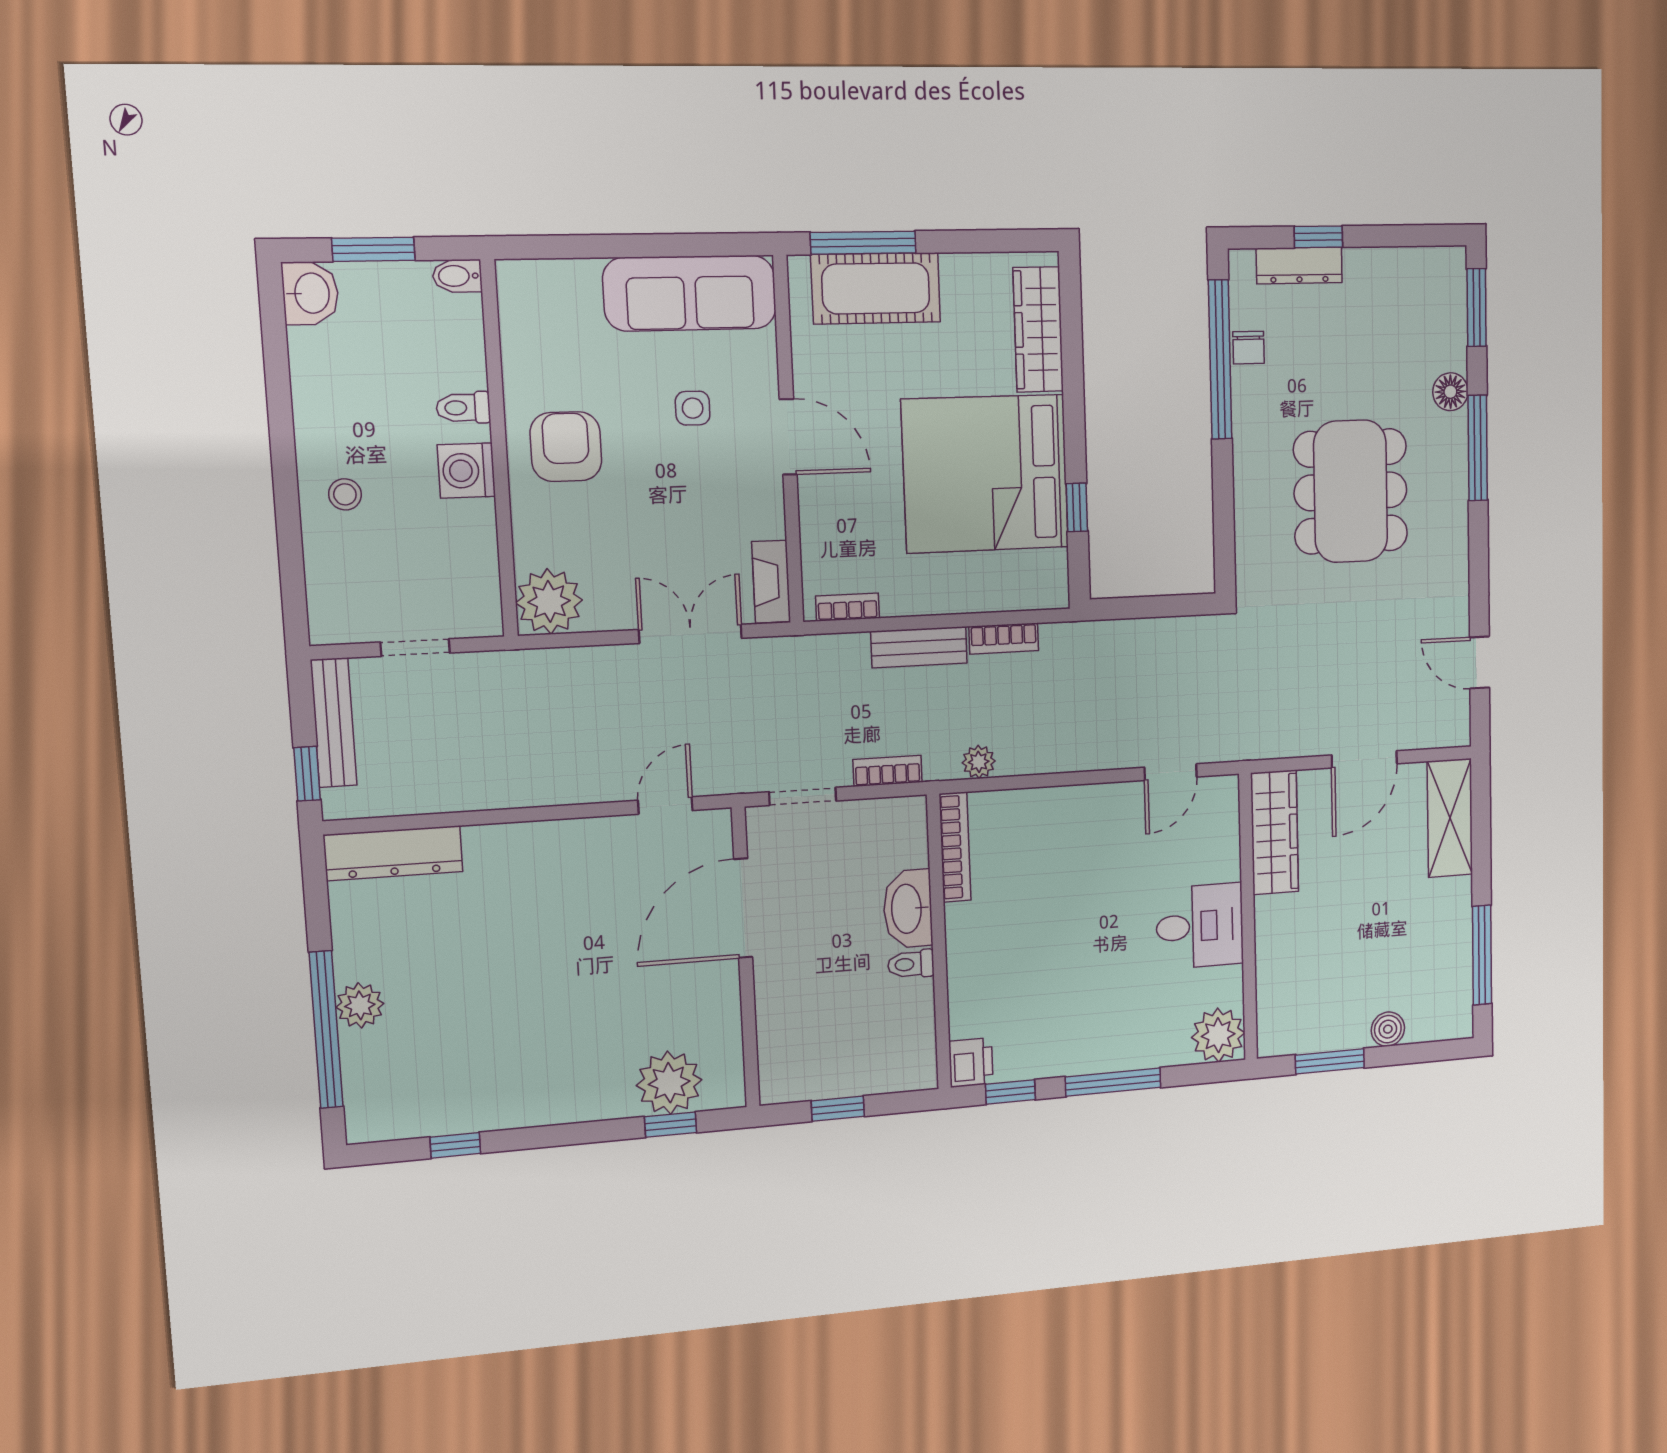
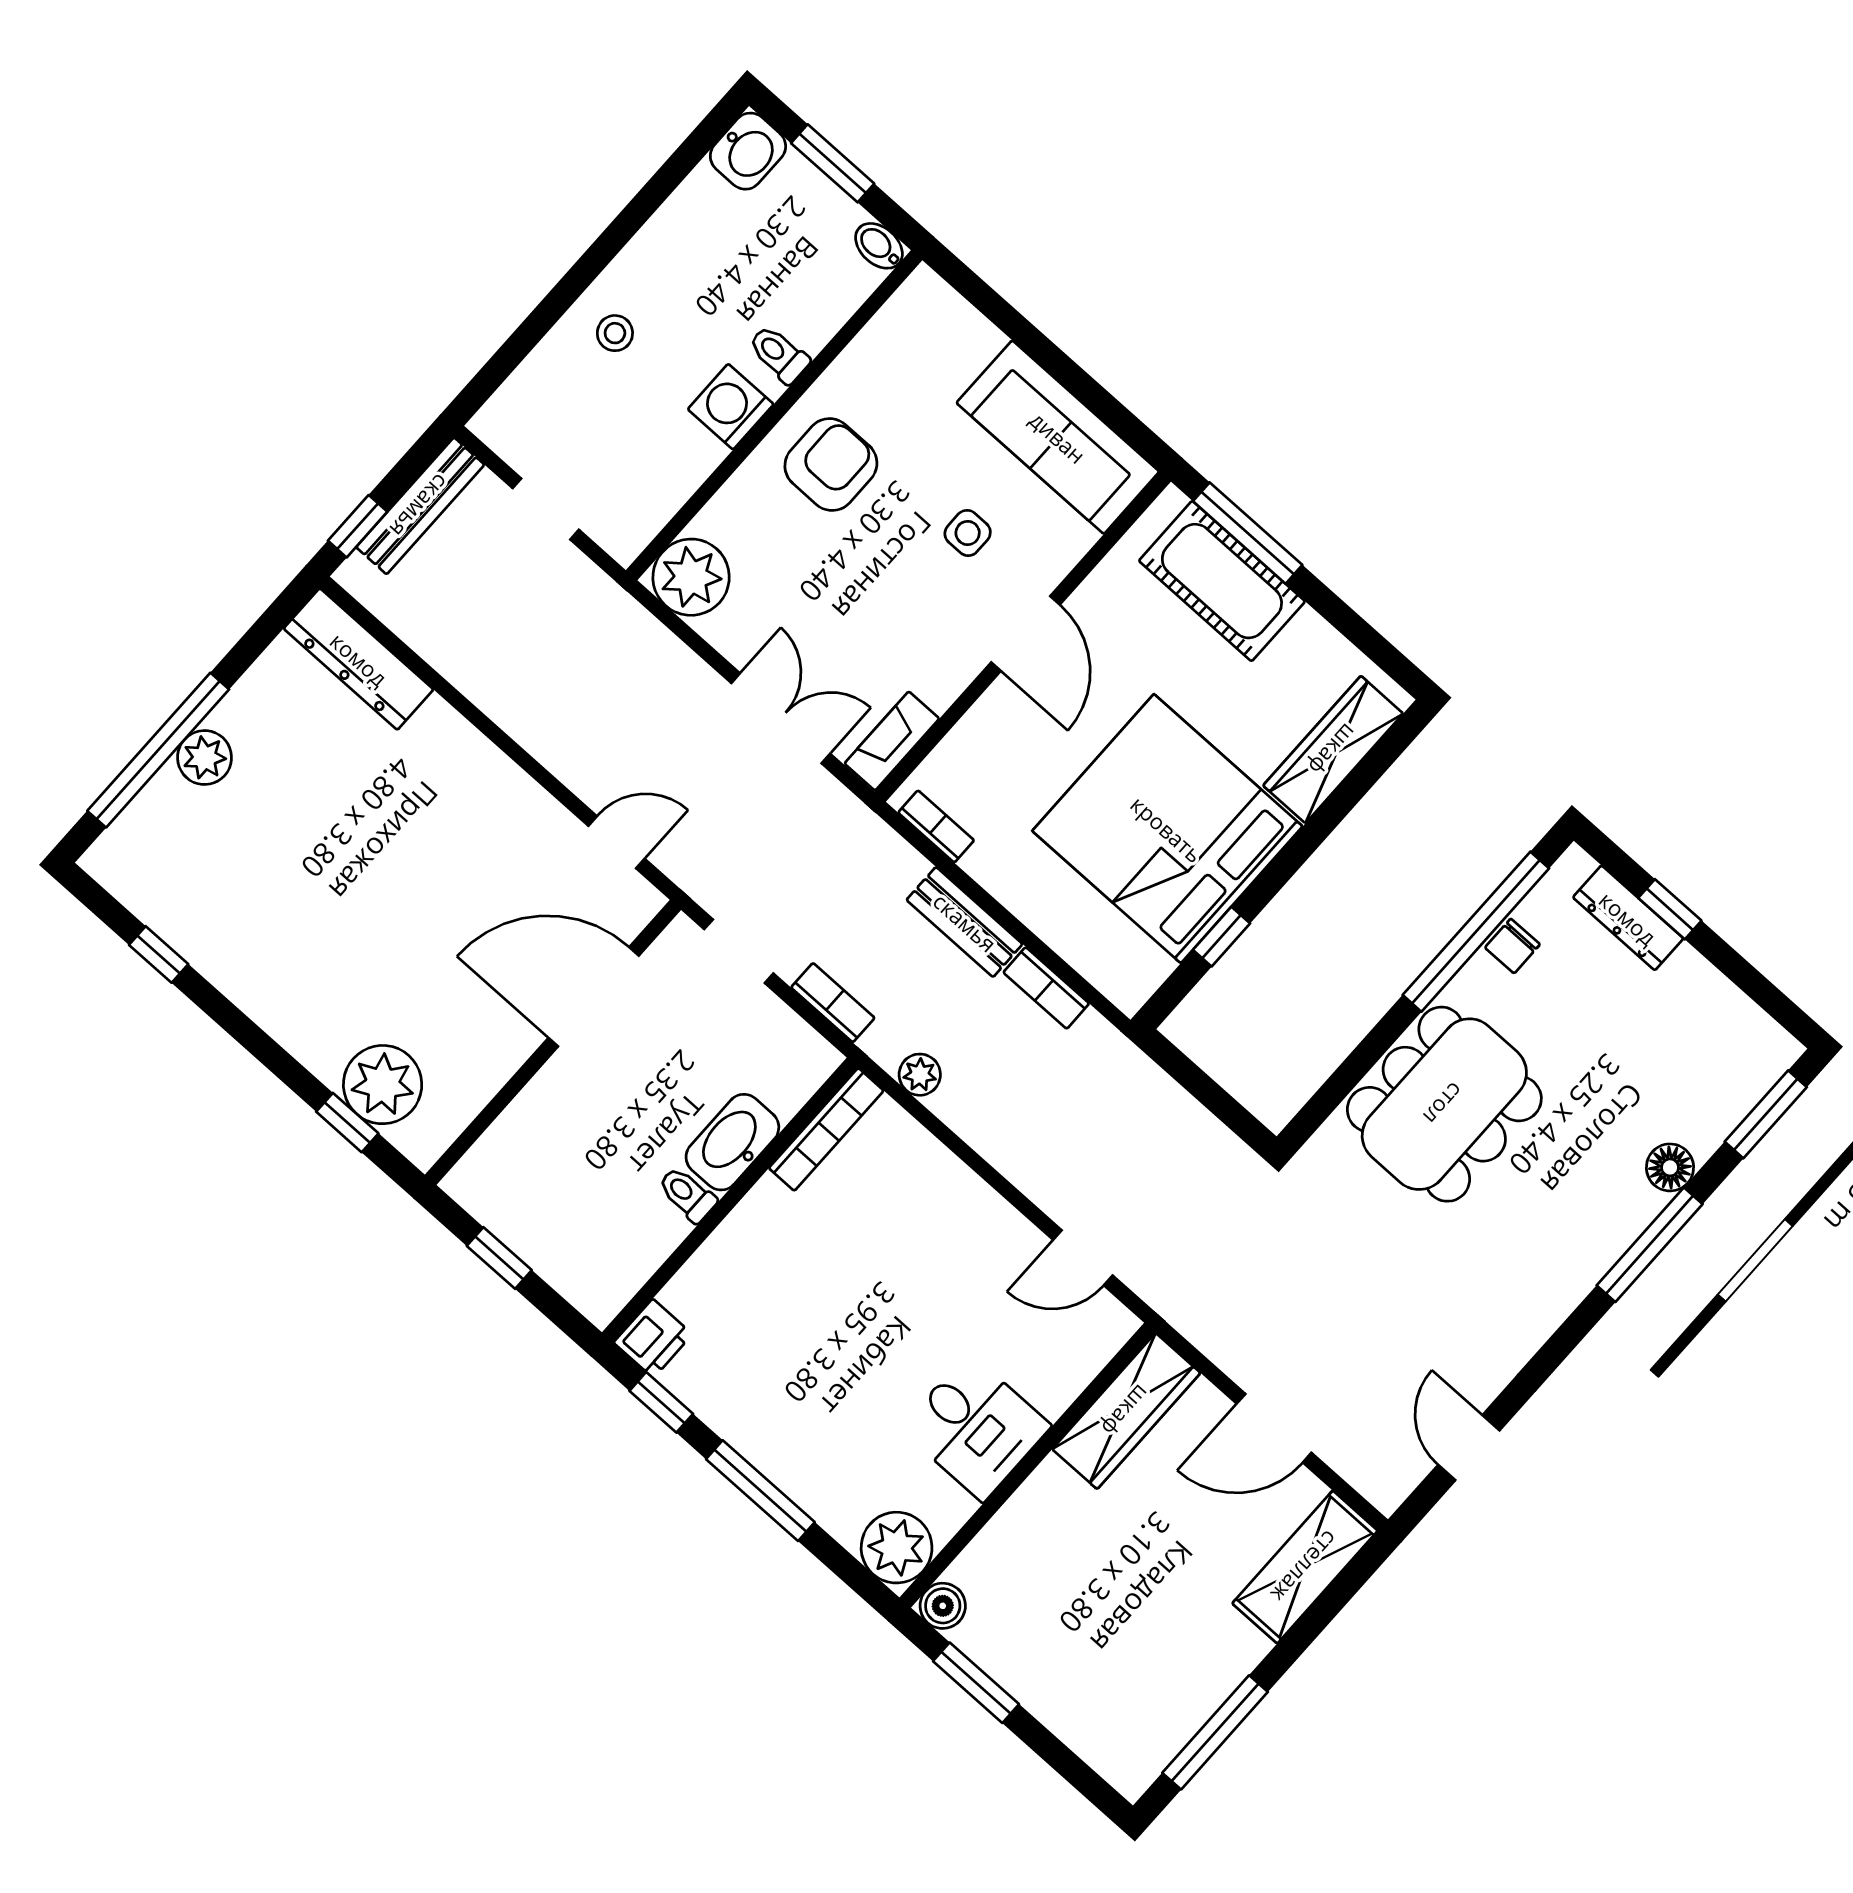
dining table: (1351, 491) -> (1444, 1104), moved
boiler: (1388, 1029) -> (943, 1606), moved

